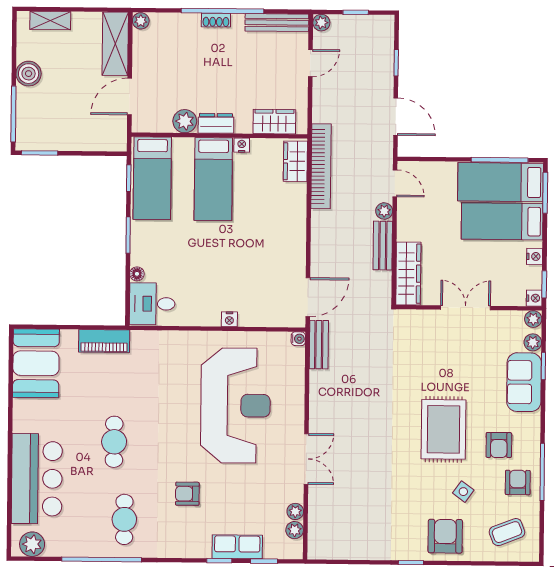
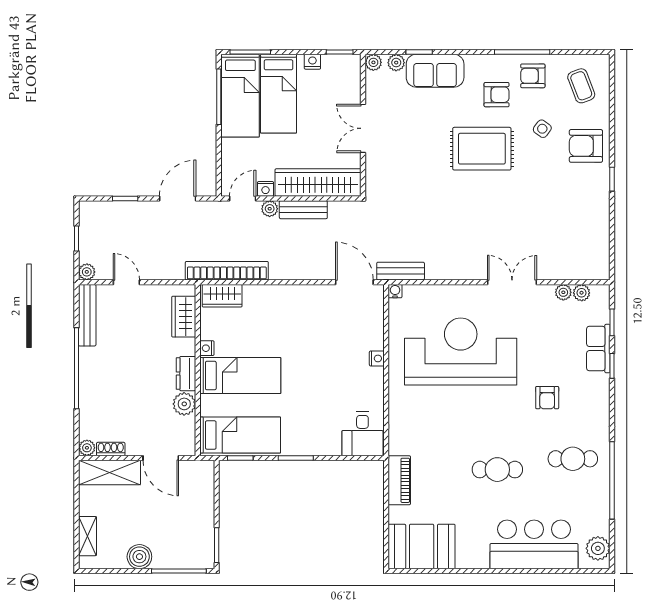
shoe rack: (216, 20) -> (111, 449), moved, turned -90
wardrobe: (408, 273) -> (318, 182), width x1.40, depth x1.17
floor lamp: (137, 274) -> (333, 449), removed
nightstand: (534, 298) -> (266, 189), moved, turned 180

